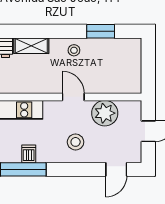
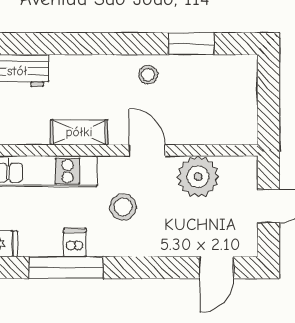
shelving: (31, 46) -> (79, 132), moved
stool: (76, 142) -> (123, 207), moved

